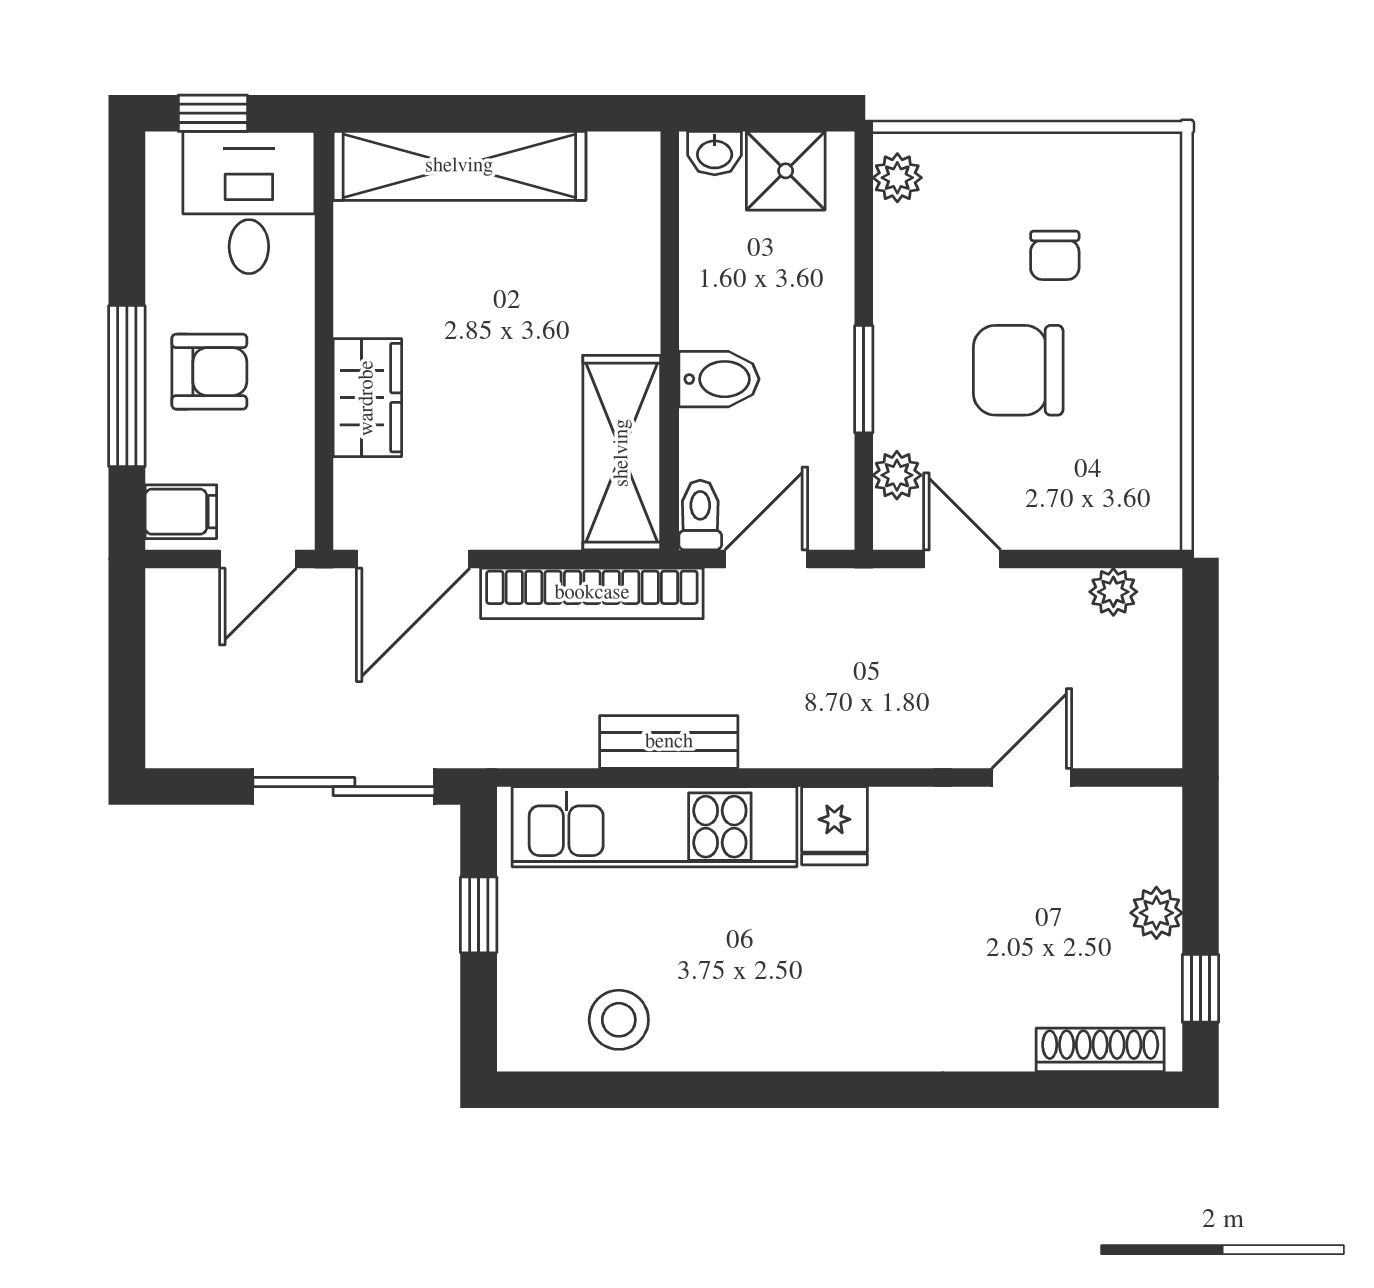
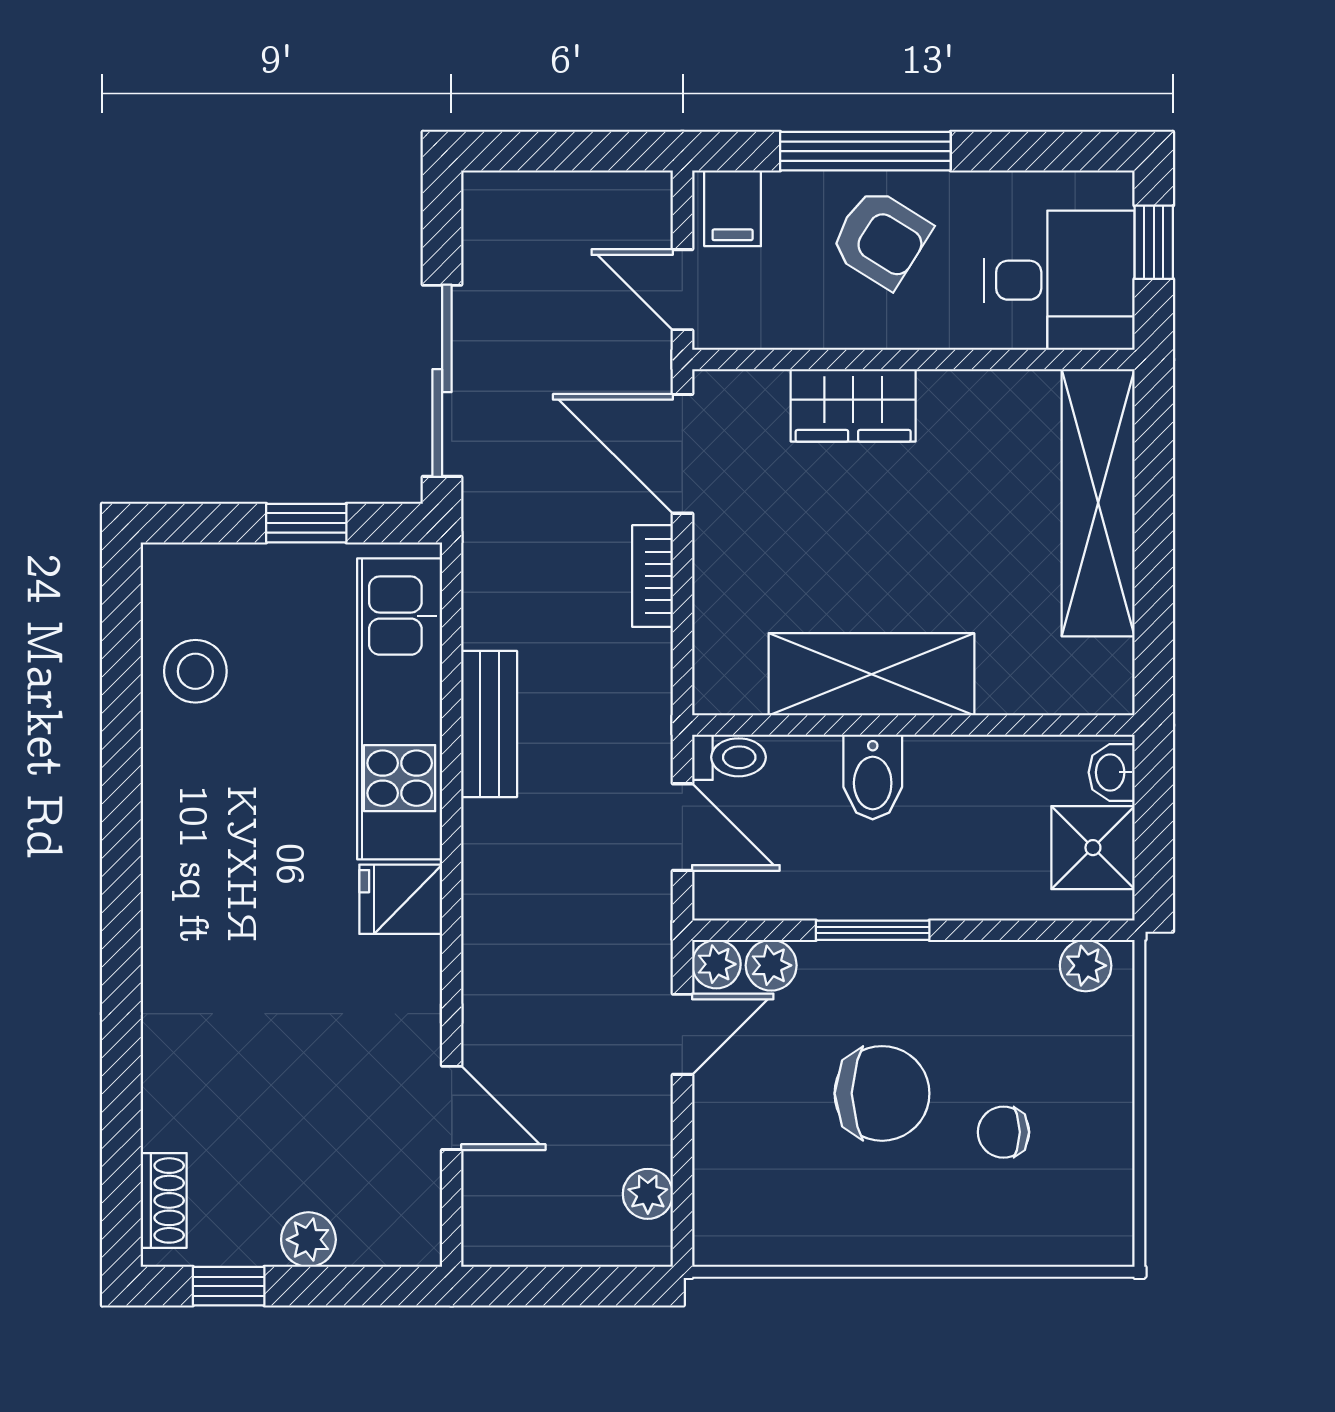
chair: (1018, 370) -> (882, 1093), turned 90
armchair: (209, 372) -> (881, 238), turned -58
shelving: (622, 453) -> (871, 674), moved
plant: (896, 527) -> (716, 964), added
bookcase: (592, 593) -> (653, 576), width x0.43, depth x0.76
shoe rack: (1100, 1050) -> (164, 1200), width x0.70

